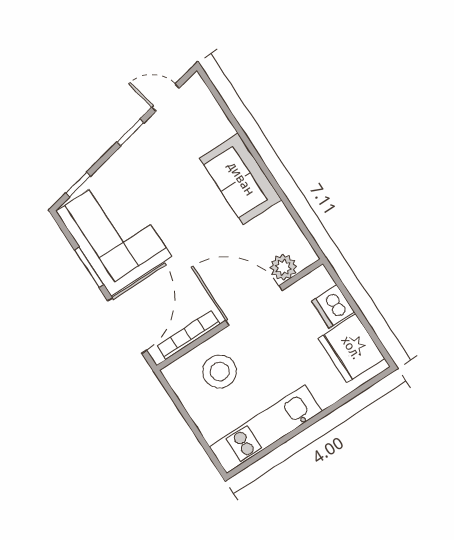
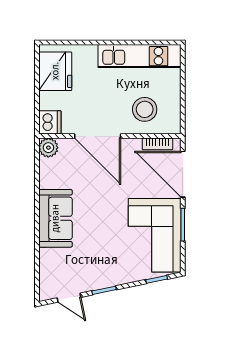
plant: (283, 267) -> (48, 148), moved
dishwasher: (333, 306) -> (50, 122), moved
door: (127, 325) -> (183, 174), hinge flipped
bookcase: (189, 335) -> (157, 144), width x0.64

